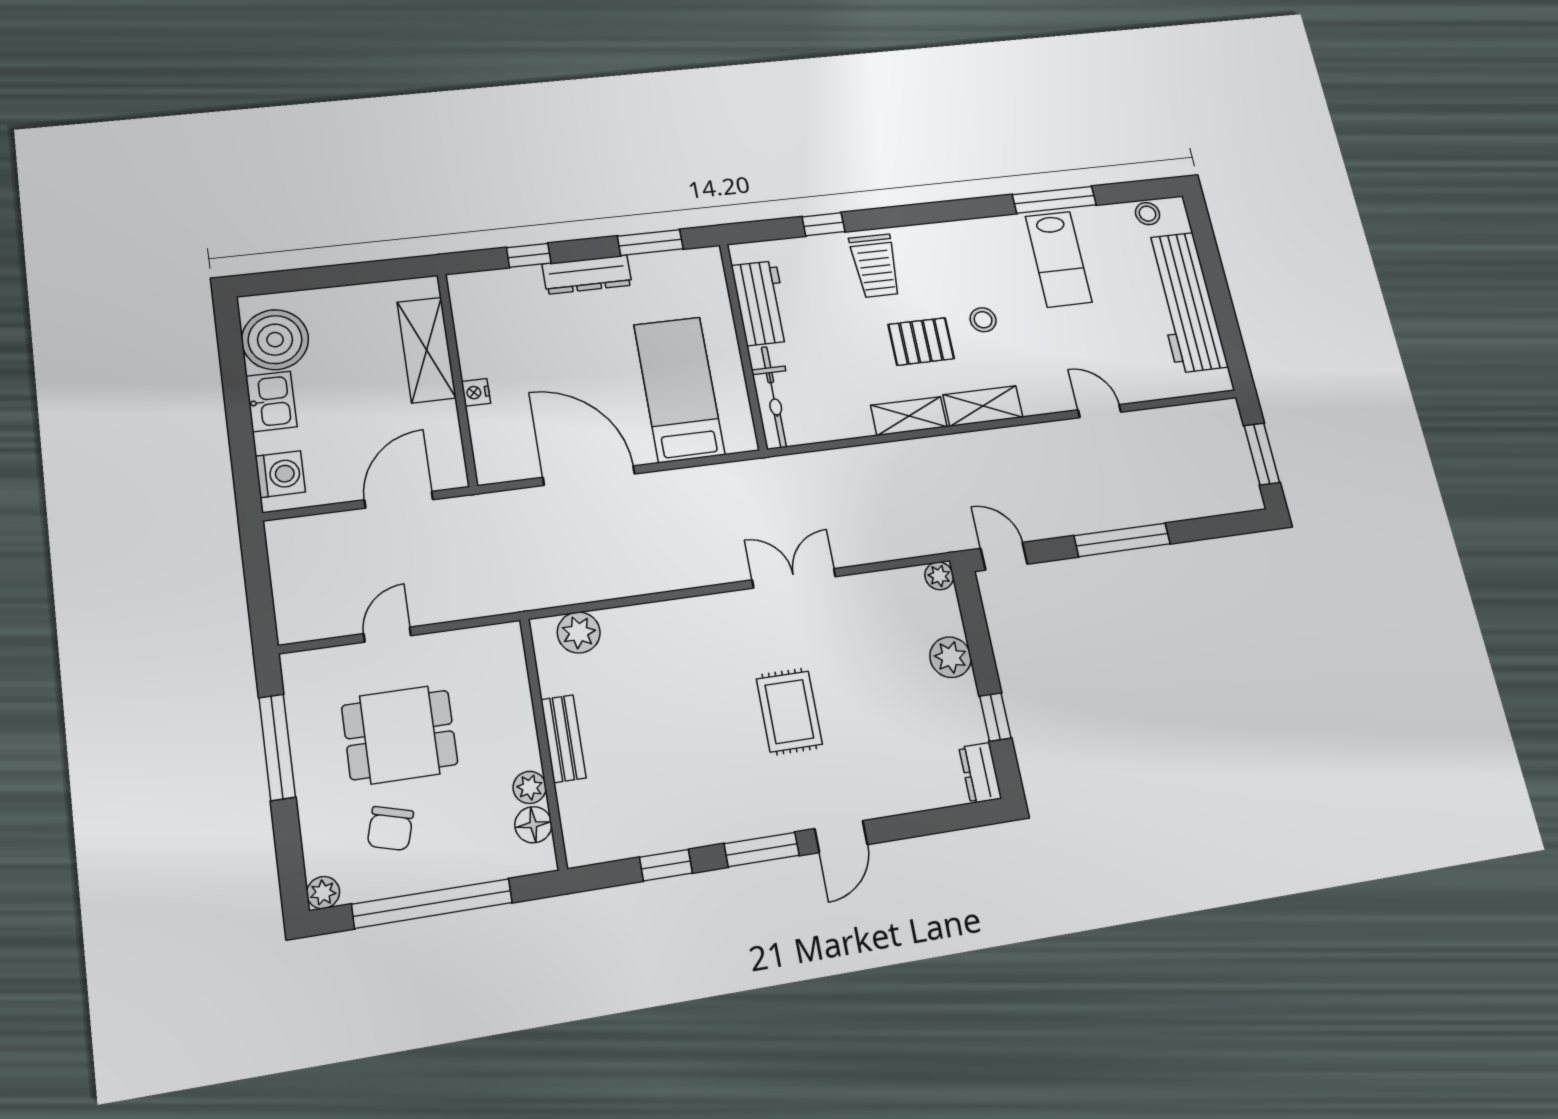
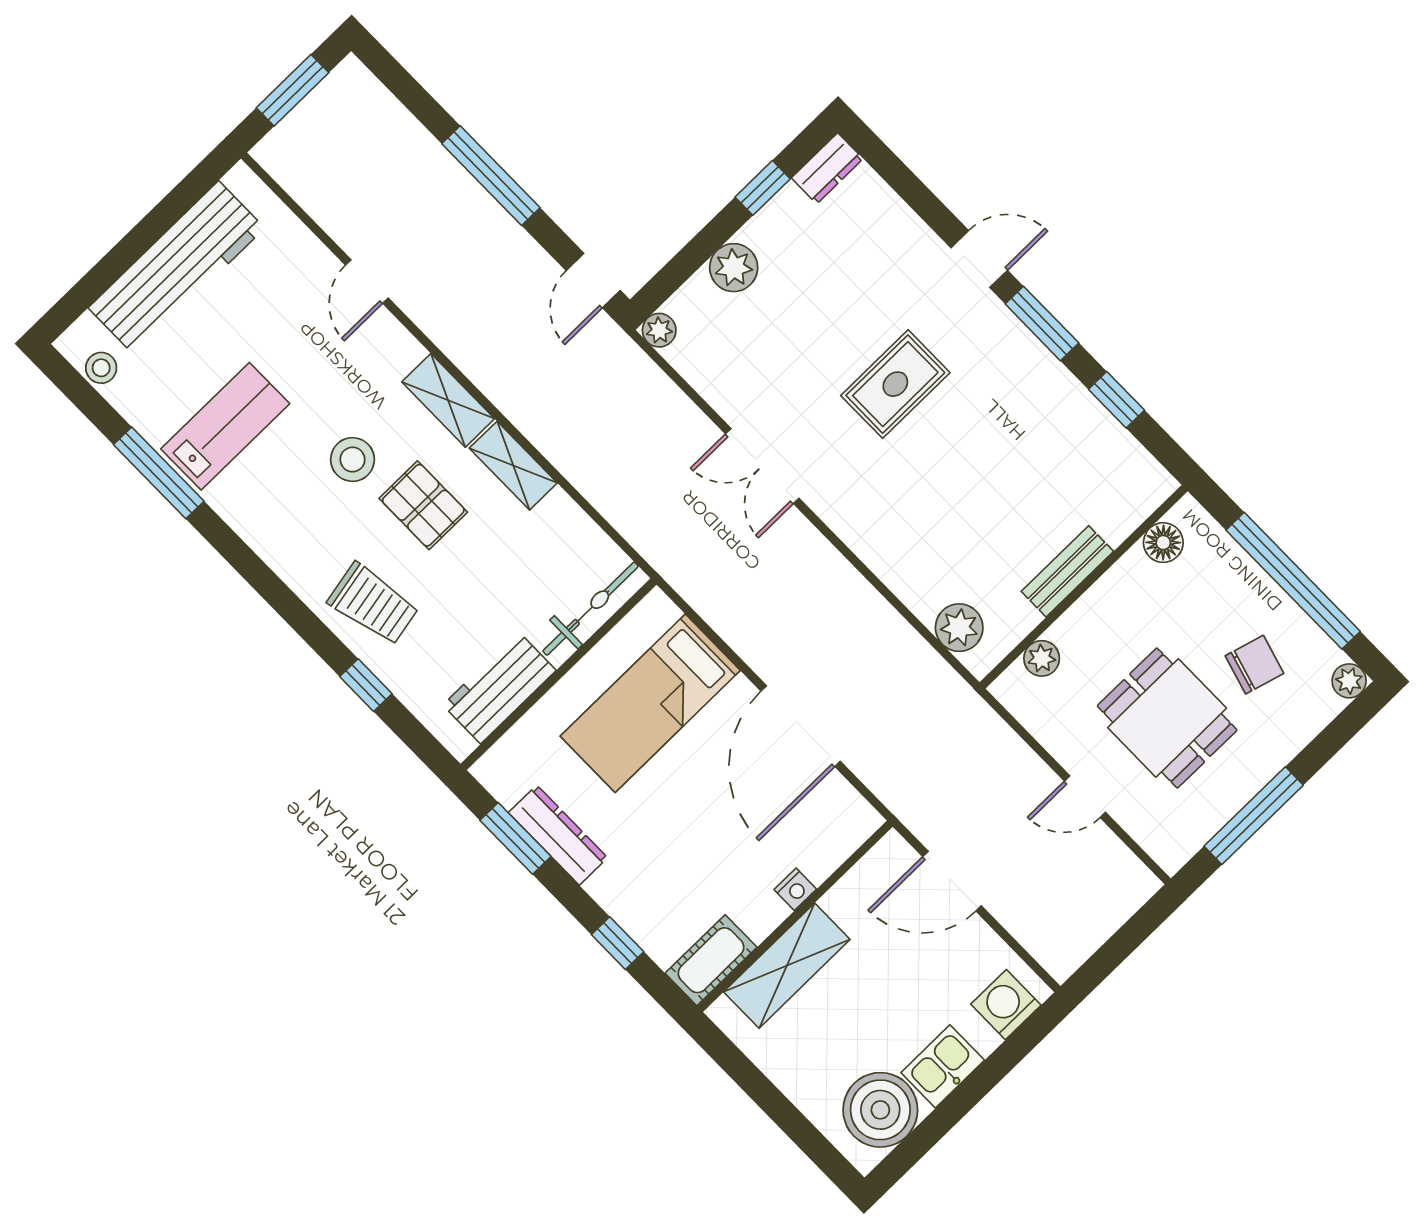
trolley: (875, 266) -> (373, 604), turned 79
dresser: (587, 275) -> (558, 835), moved
cot: (470, 305) -> (711, 960), added
stool: (983, 320) -> (353, 459), width x1.37, depth x1.37
plant: (530, 787) -> (1042, 658), moved

